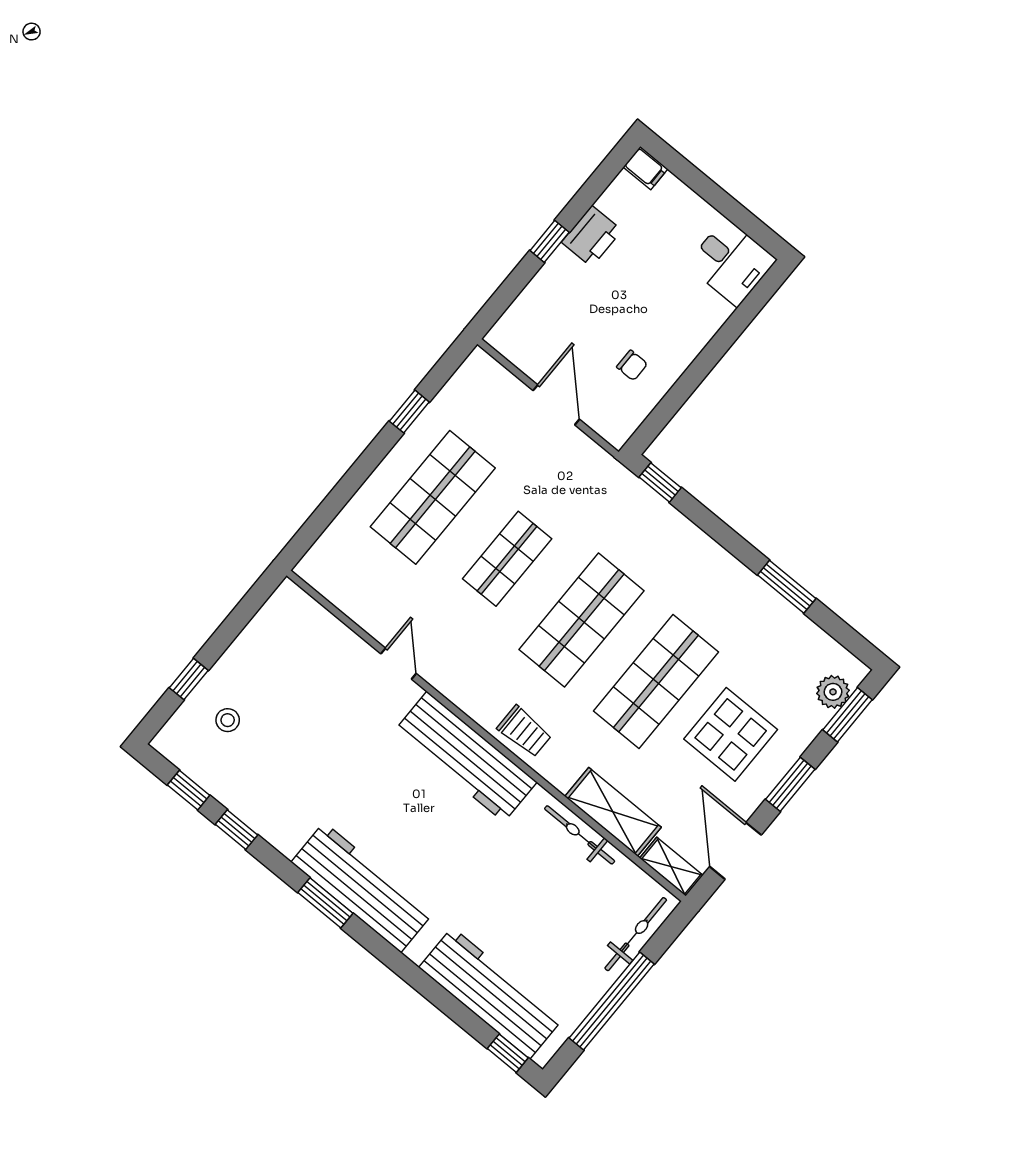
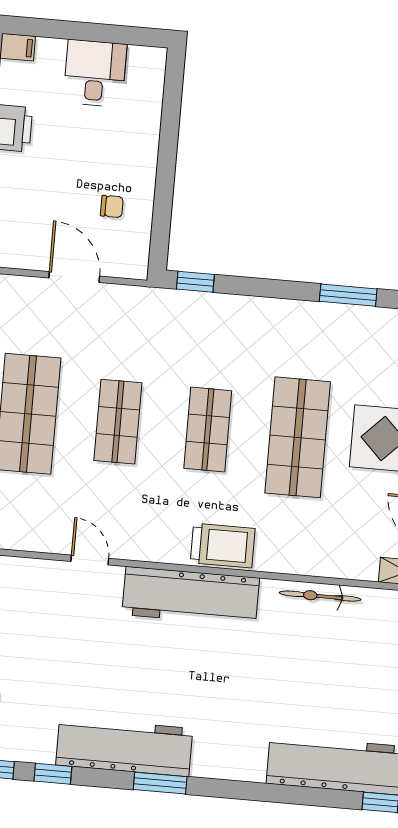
desk: (731, 262) -> (95, 73), moved, turned -90
shop shelf: (582, 620) -> (208, 430), width x0.70, depth x0.74
trolley: (524, 731) -> (223, 546), width x1.36, depth x1.39
shelving: (613, 812) -> (334, 561), removed
workbench: (362, 887) -> (124, 747), moved

